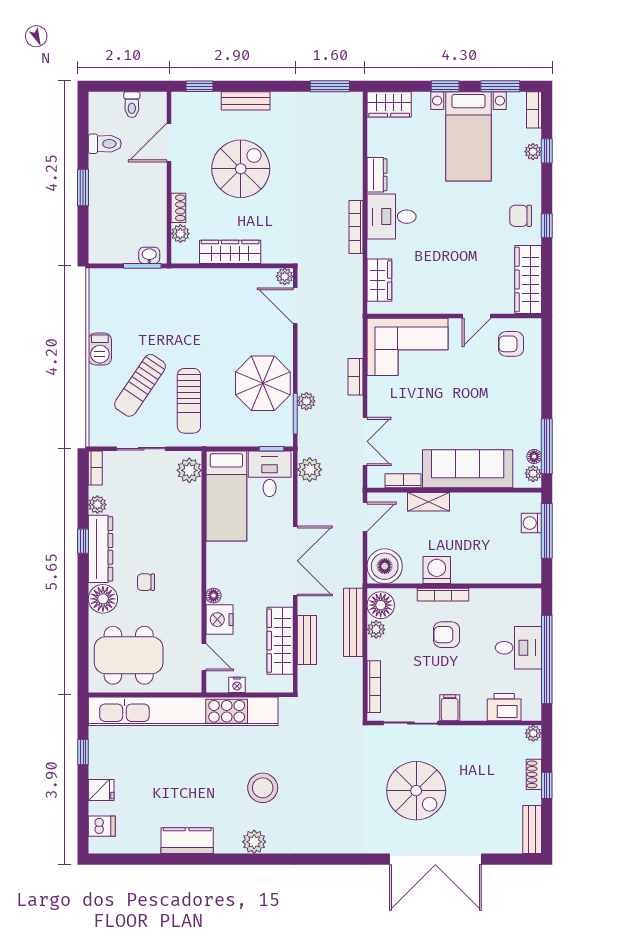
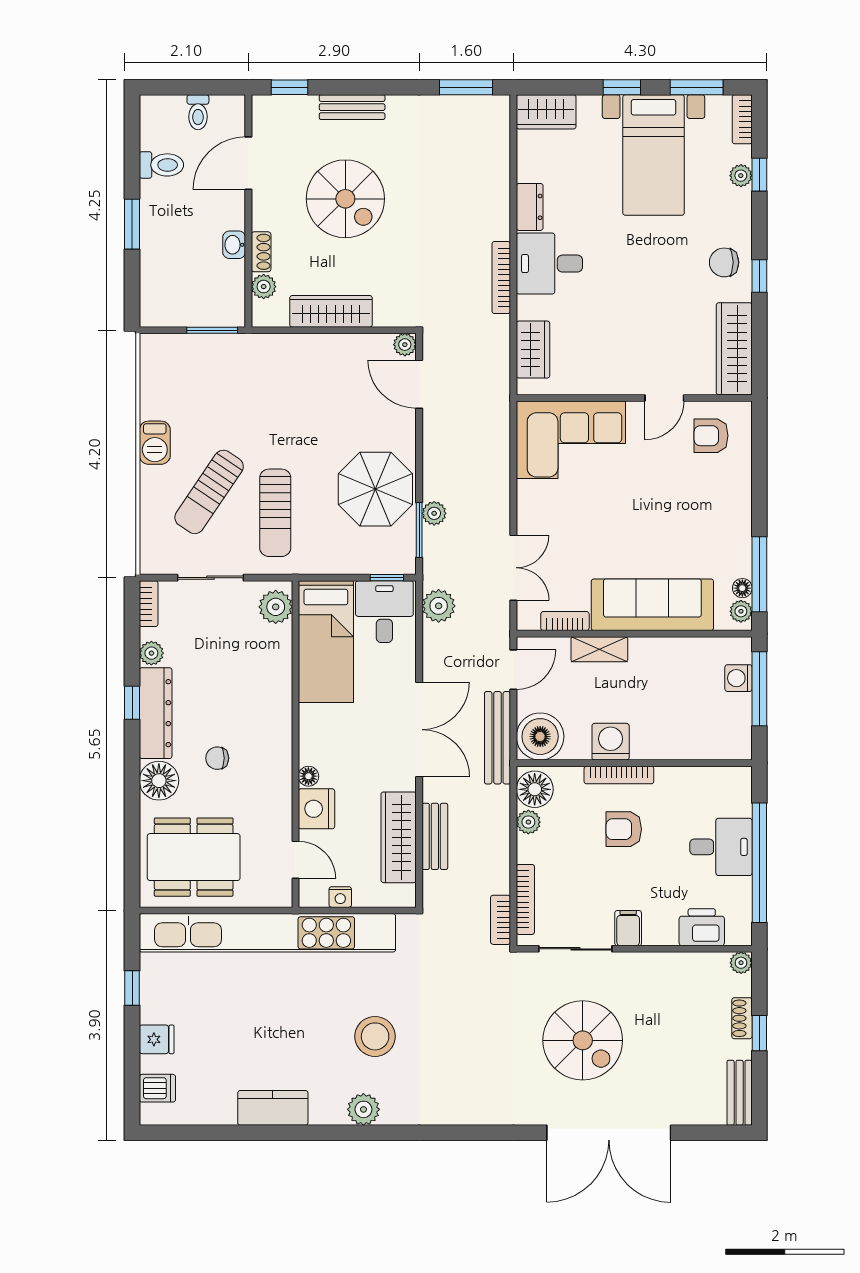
spiral stairs: (241, 169) -> (345, 199), turned 90
washbasin: (149, 255) -> (234, 245), moved, turned -90
bookcase: (355, 377) -> (501, 920), moved
bench: (353, 622) -> (498, 738), moved

